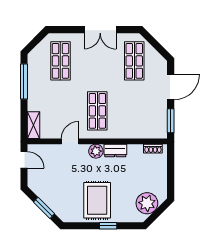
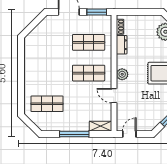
double door: (100, 30) -> (21, 71), removed
shop shelf: (134, 61) -> (89, 42), moved
window: (24, 81) -> (74, 134), moved
dresser: (115, 150) -> (122, 45), moved

